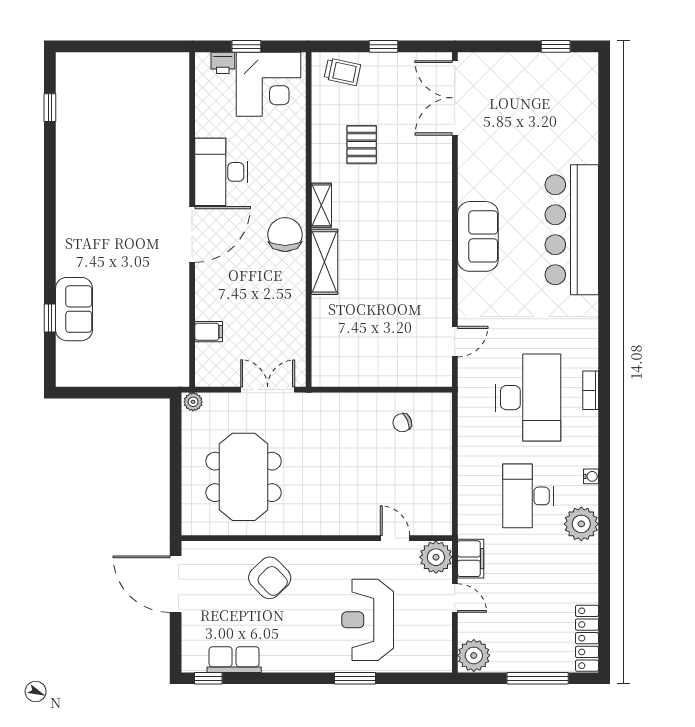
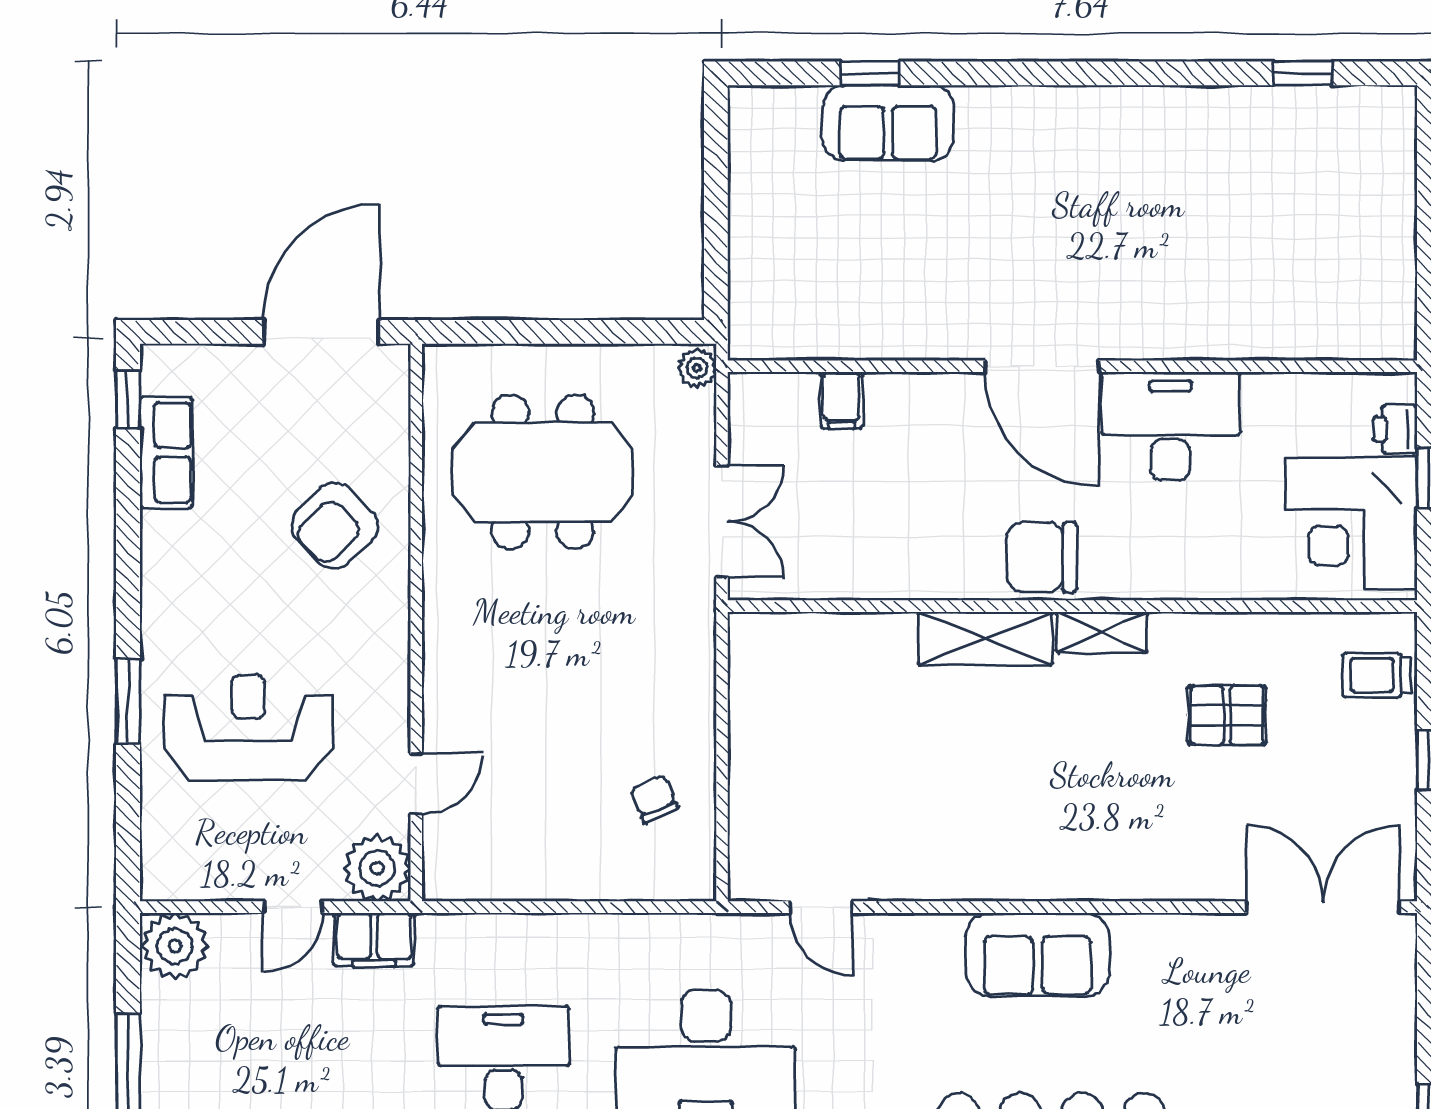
trolley: (342, 72) -> (1377, 675), turned 78
chair: (285, 235) -> (1042, 557), turned 180

